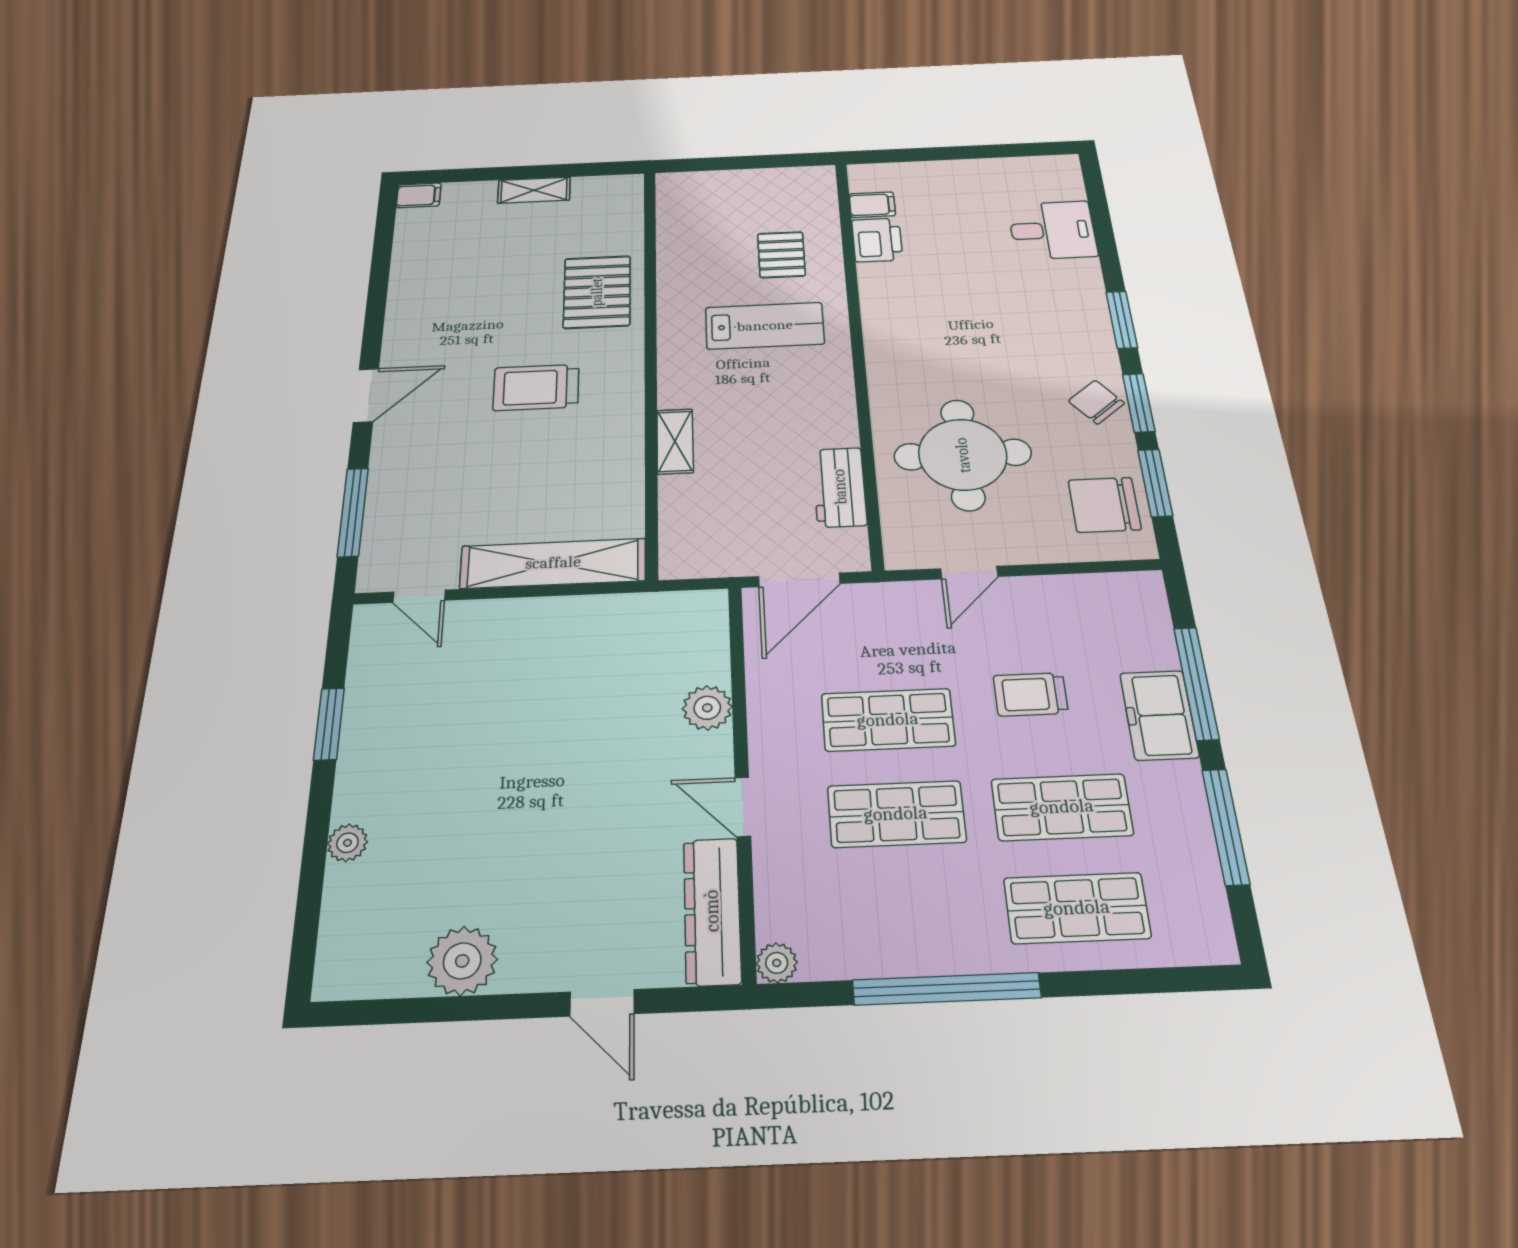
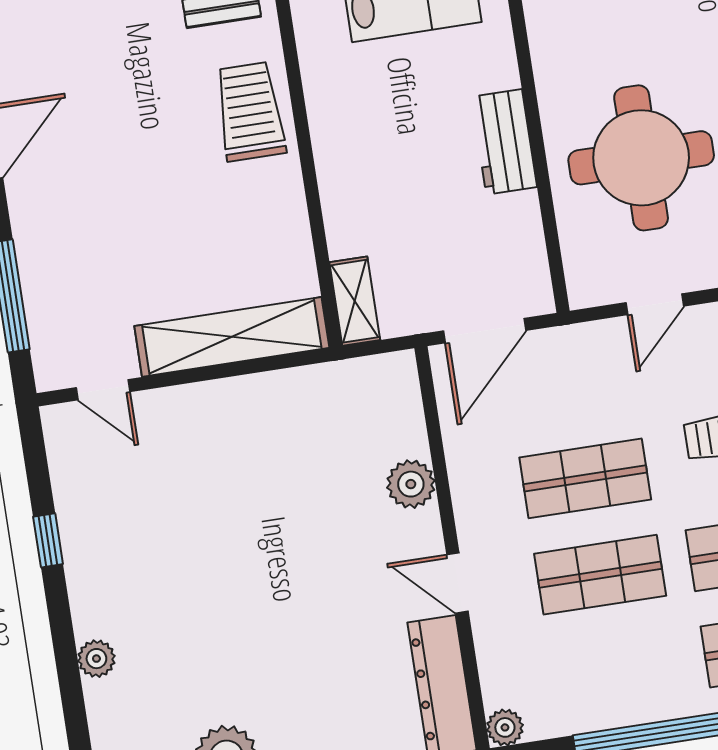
trolley: (536, 387) -> (250, 112), moved, turned 90
shelving: (675, 441) -> (355, 301), moved
workbench: (840, 487) -> (504, 142), moved
window: (329, 724) -> (48, 540), width x0.67

